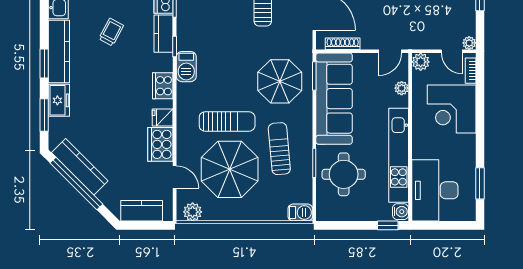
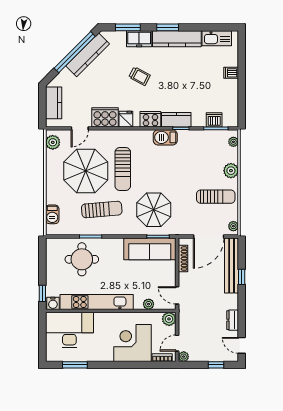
trolley: (111, 32) -> (140, 76), moved
kitchen counter: (164, 34) -> (176, 120), moved
sofa: (334, 99) -> (150, 249), width x0.74, depth x0.79
barbecue: (300, 213) -> (52, 214), moved

